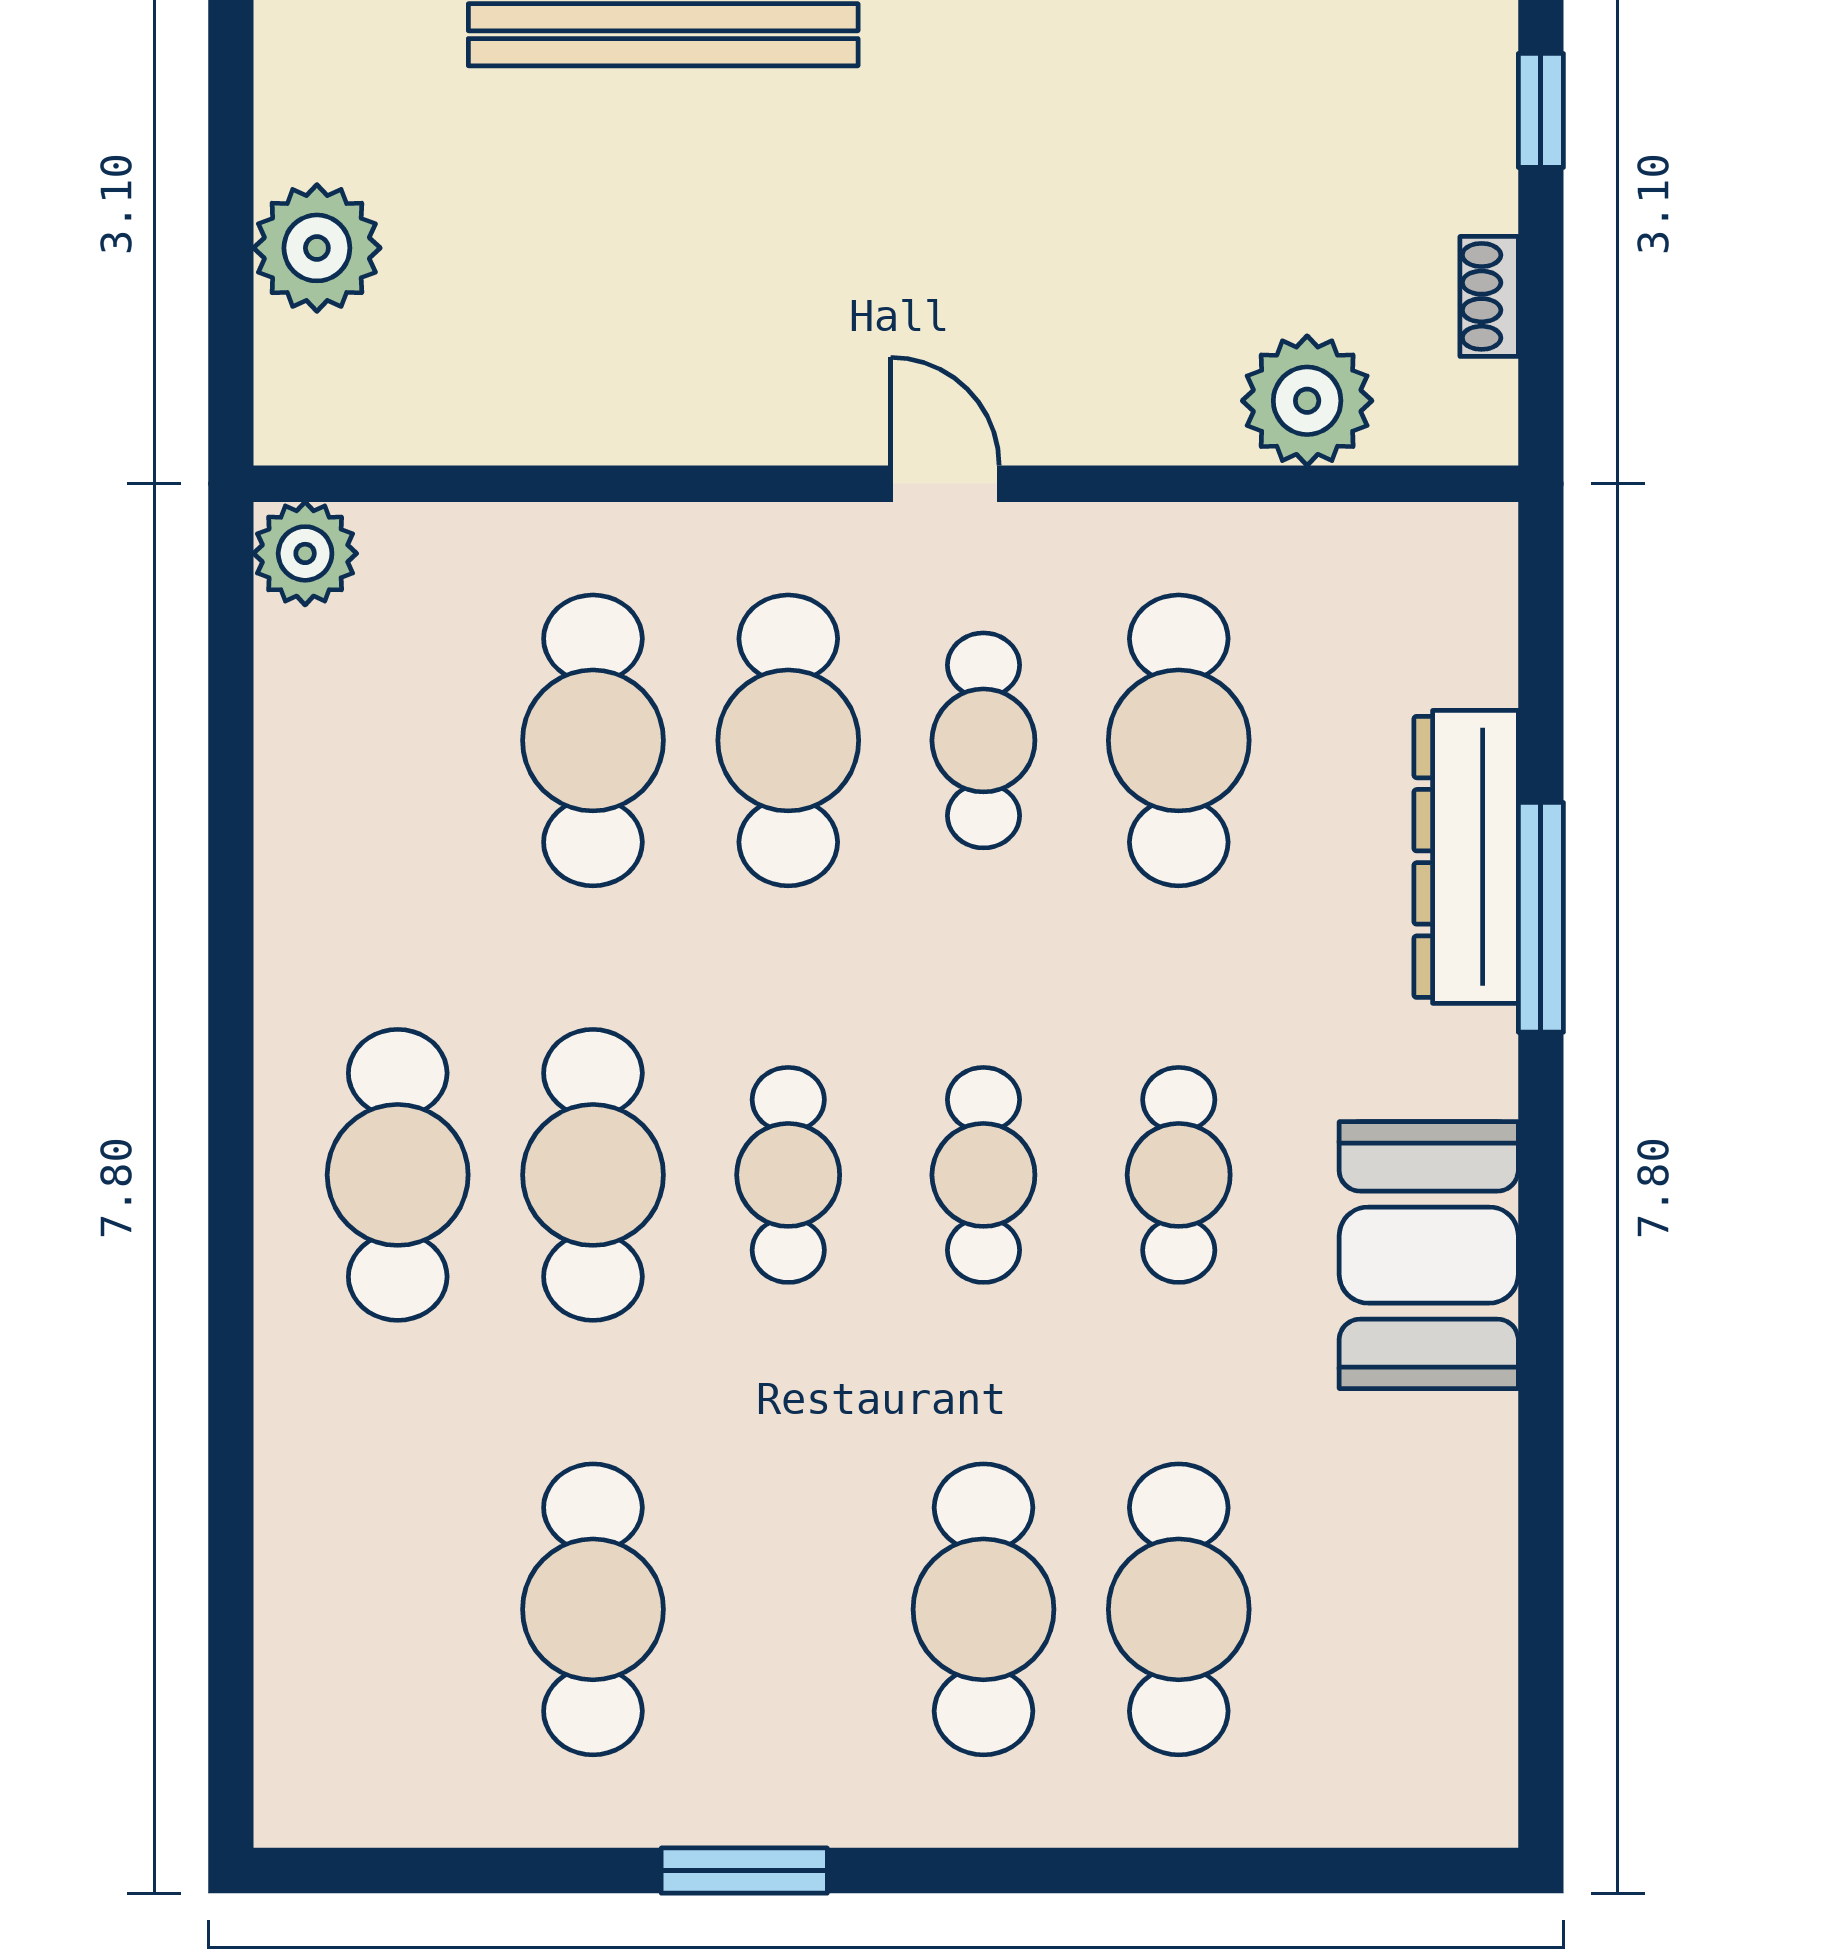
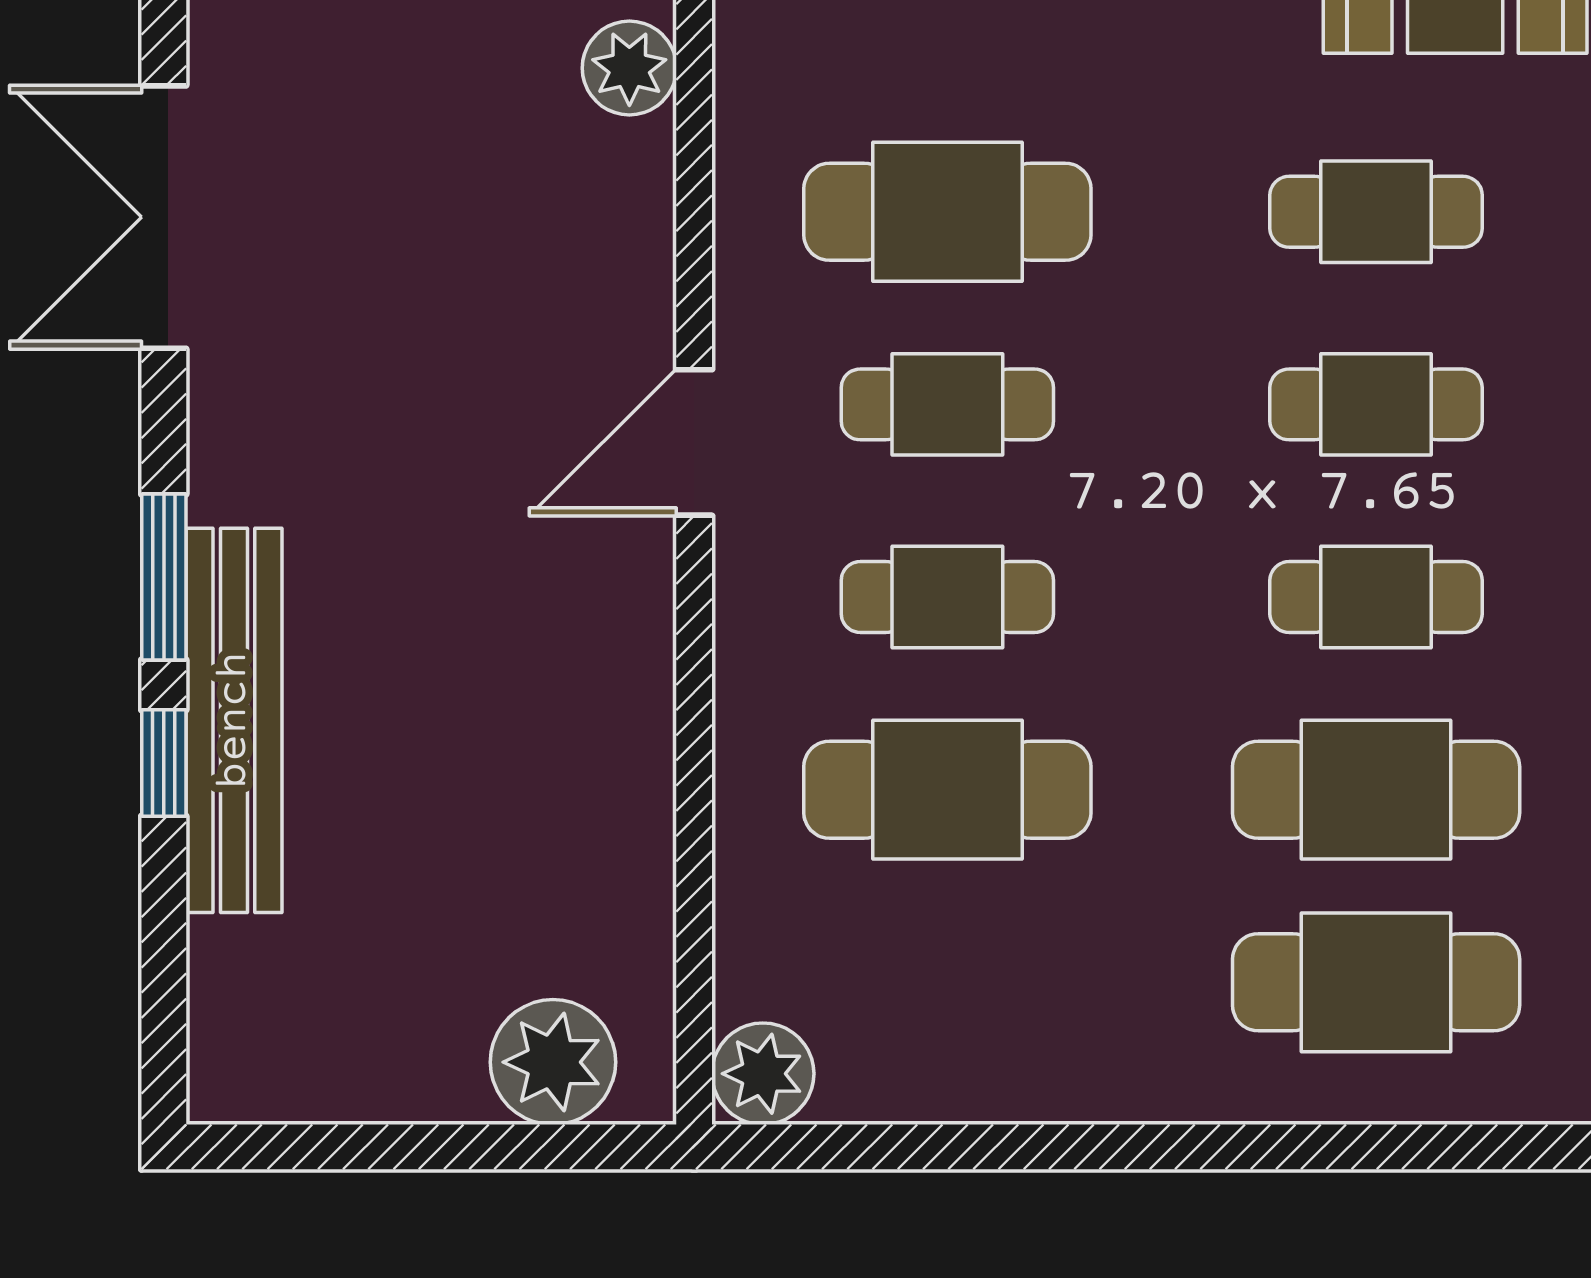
plant: (317, 248) -> (553, 1062), moved
plant: (1307, 401) -> (629, 68), width x0.73, depth x0.73
door: (945, 484) -> (694, 442), width x1.38
cafe table: (788, 740) -> (947, 597), width x0.73, depth x0.74

